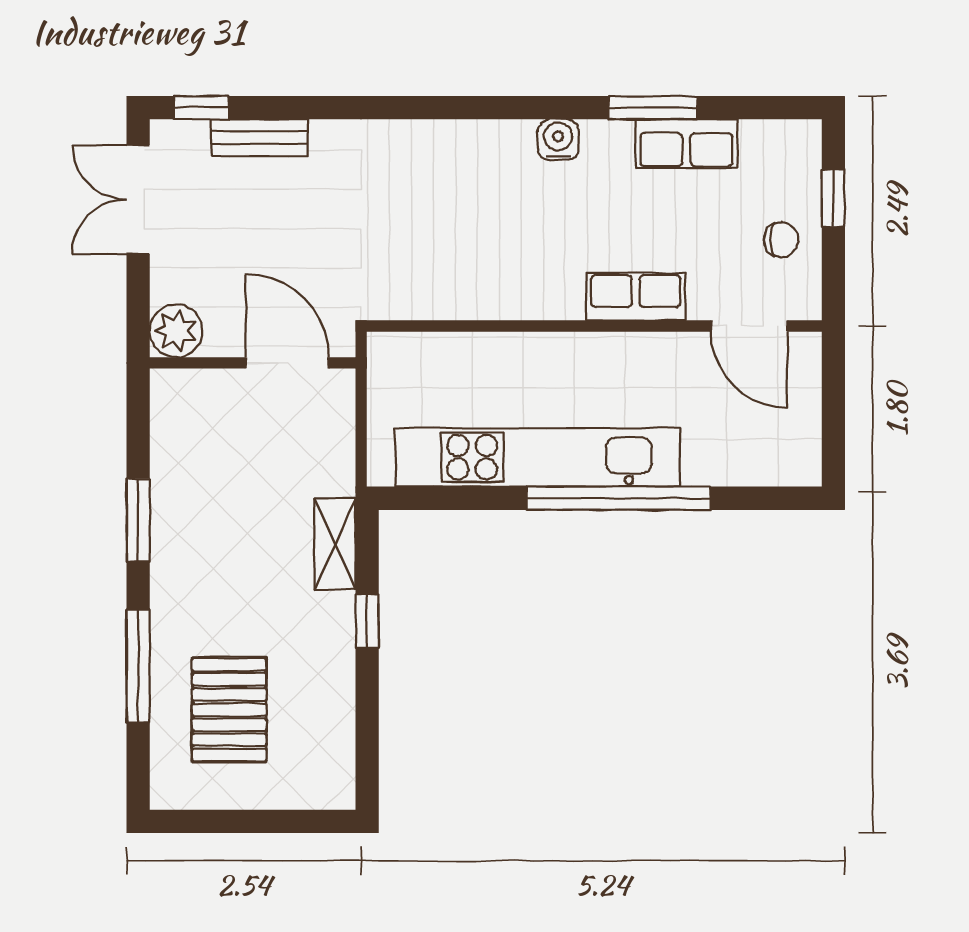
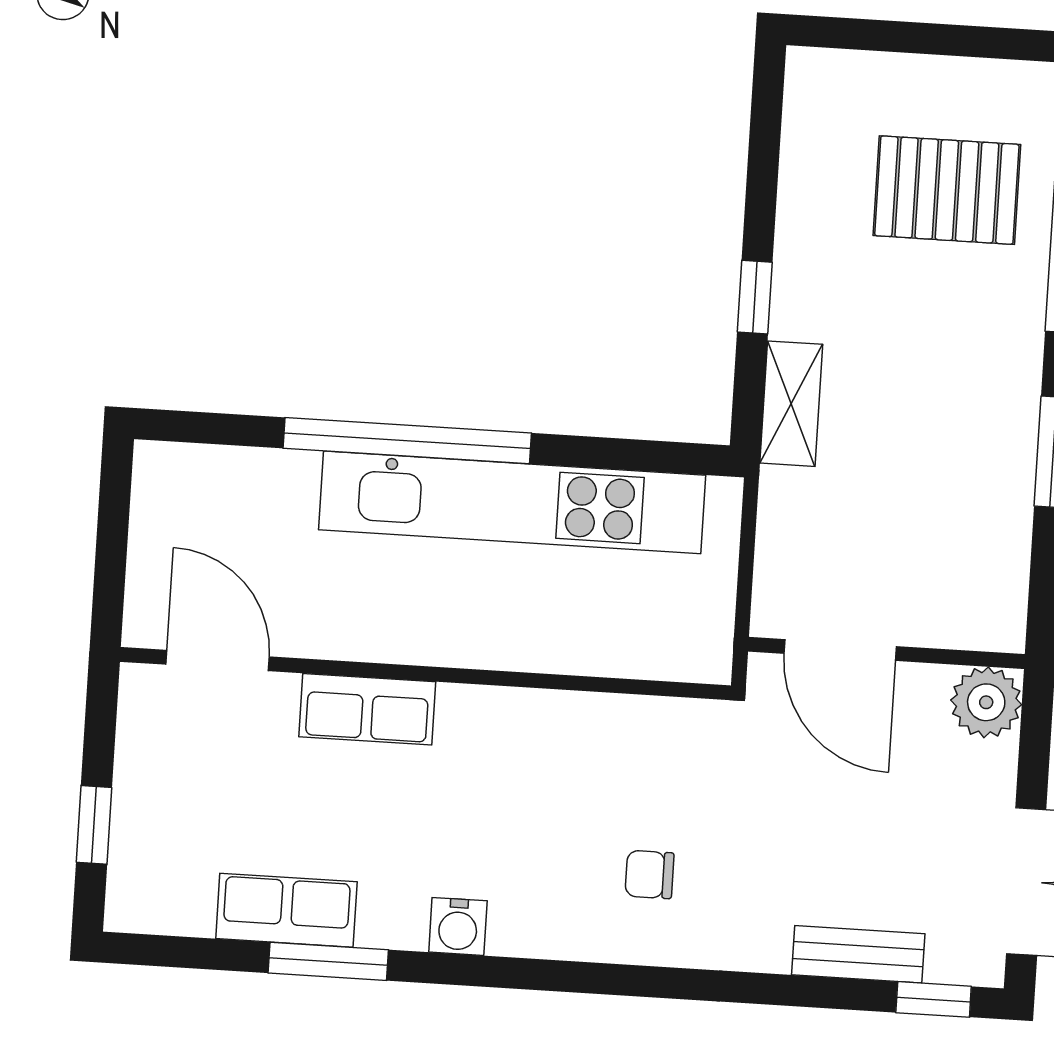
chair: (781, 240) -> (649, 874), moved
pallet: (229, 710) -> (947, 190), turned 90

